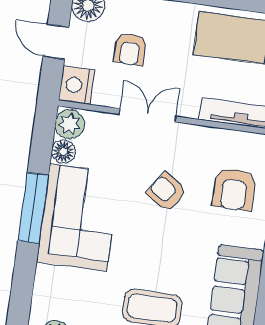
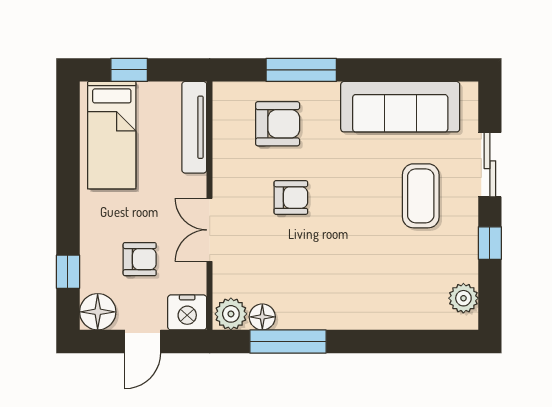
armchair: (166, 192) -> (291, 198), turned -123
window: (33, 208) -> (288, 341), moved
corner sofa: (78, 218) -> (332, 291), removed

